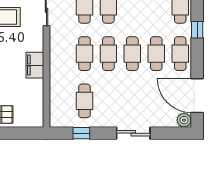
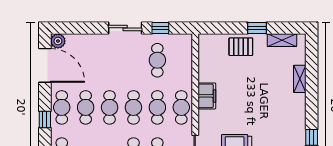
window: (197, 30) -> (45, 119), moved
cafe table: (61, 54) -> (181, 107), added
sliding door: (133, 133) -> (125, 28), moved

